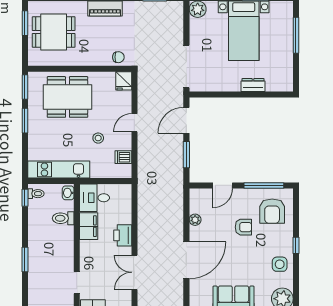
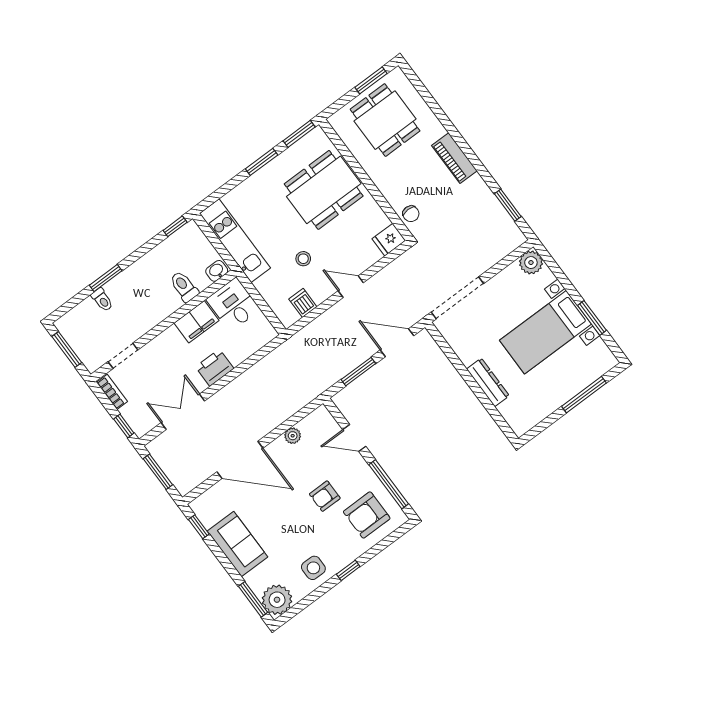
dresser: (253, 85) -> (488, 382), width x1.44
dining table: (67, 97) -> (324, 190), turned 90
toilet: (36, 194) -> (102, 300), moved
armchair: (243, 227) -> (325, 496), turned 90

